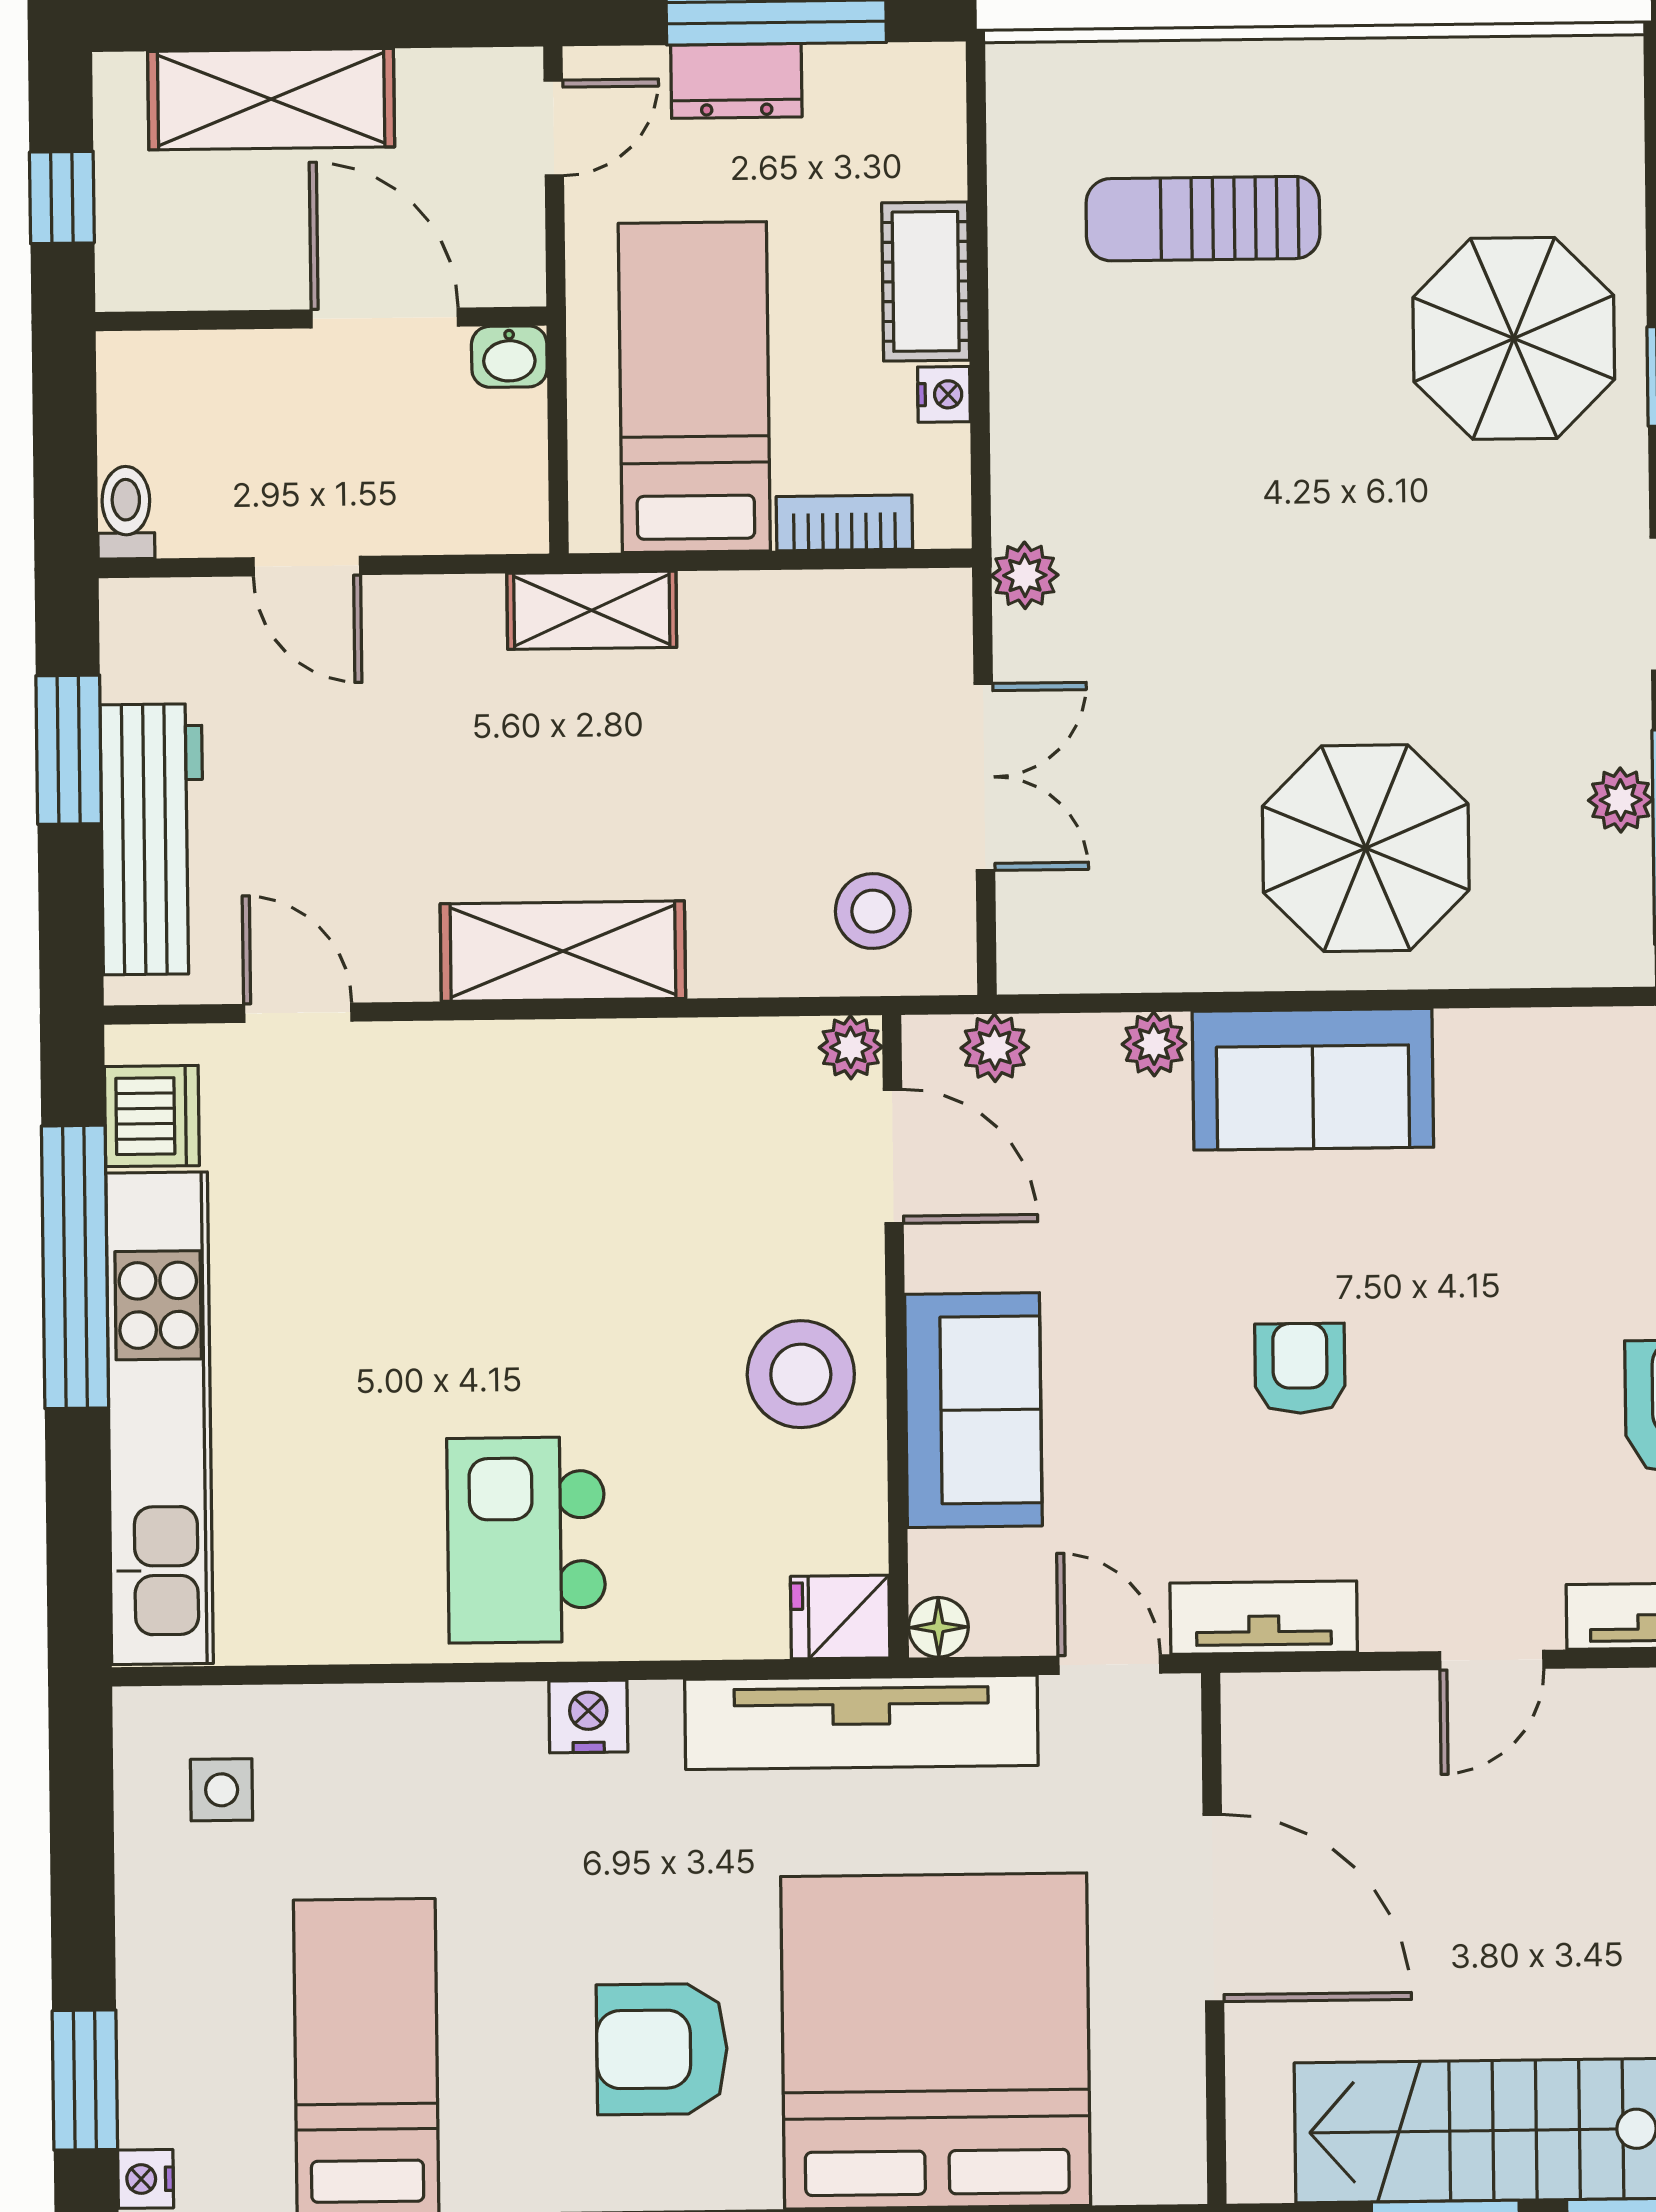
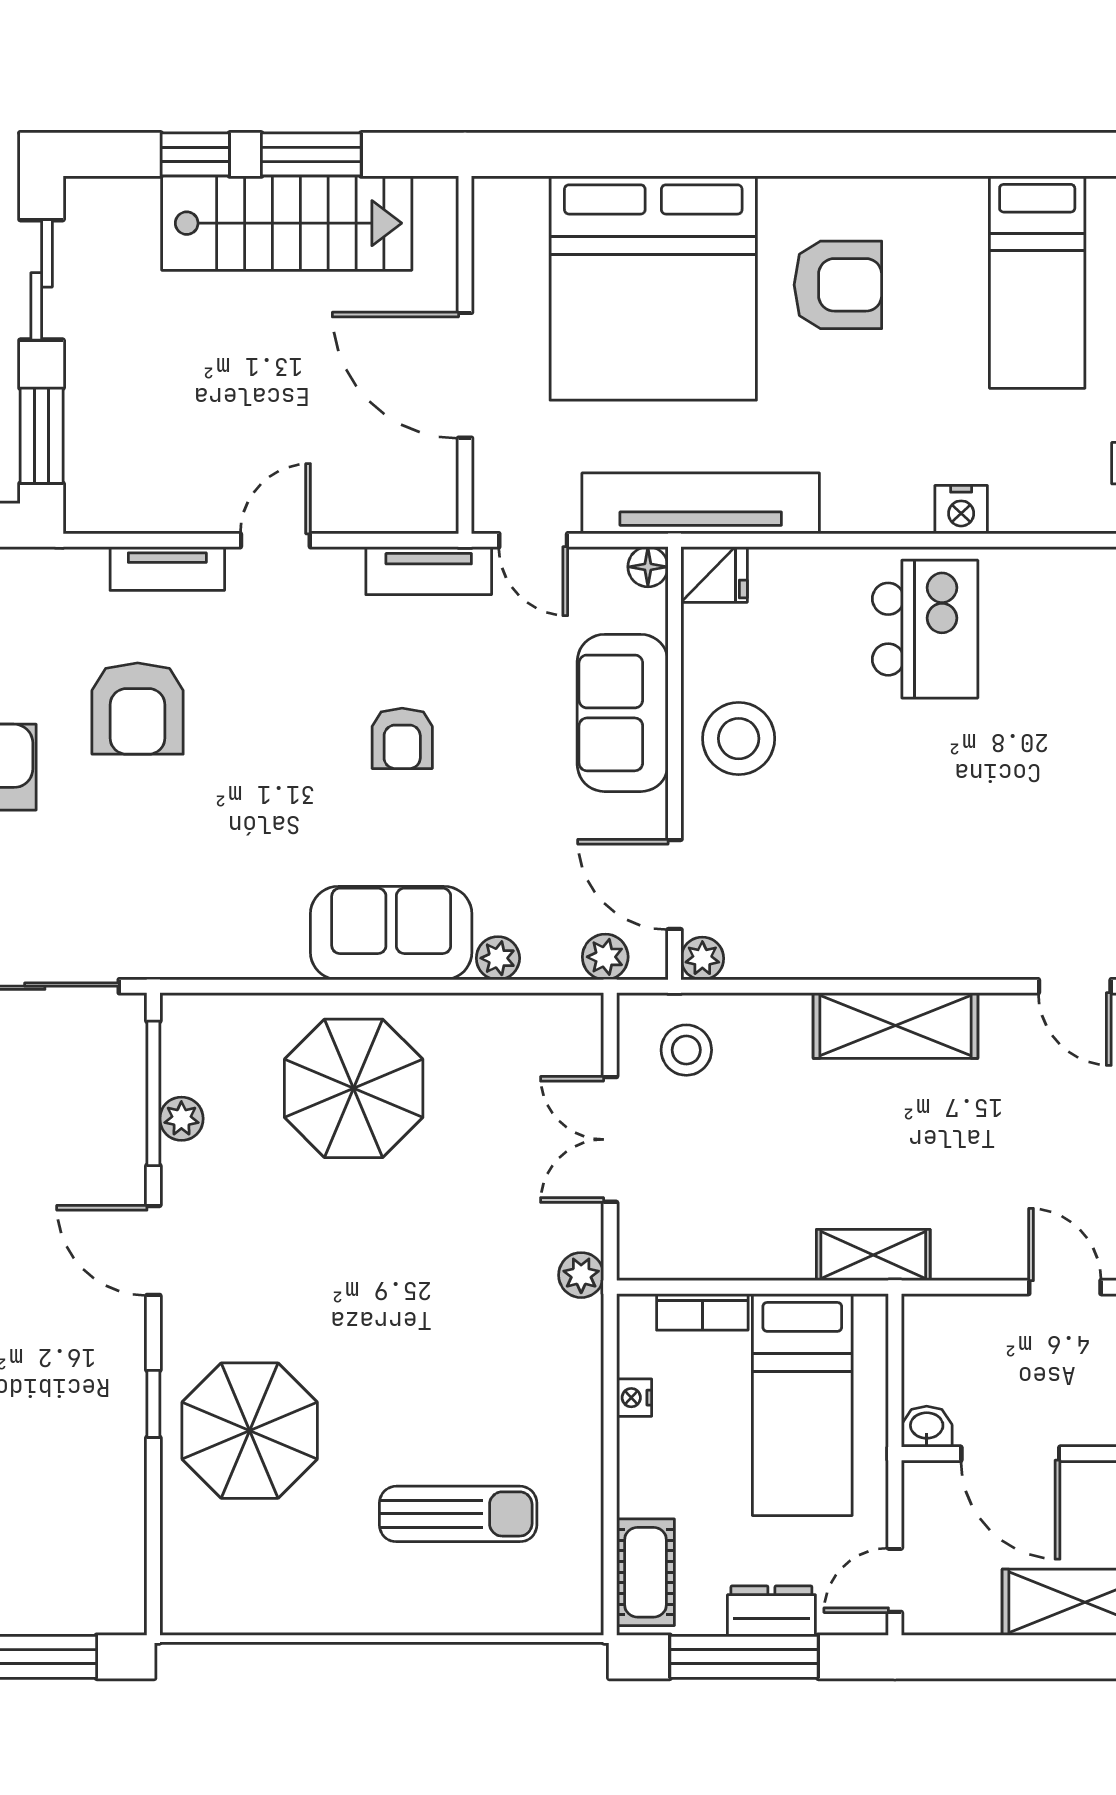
cot: (926, 281) -> (645, 1572), moved
nightstand: (588, 1716) -> (961, 510), moved

